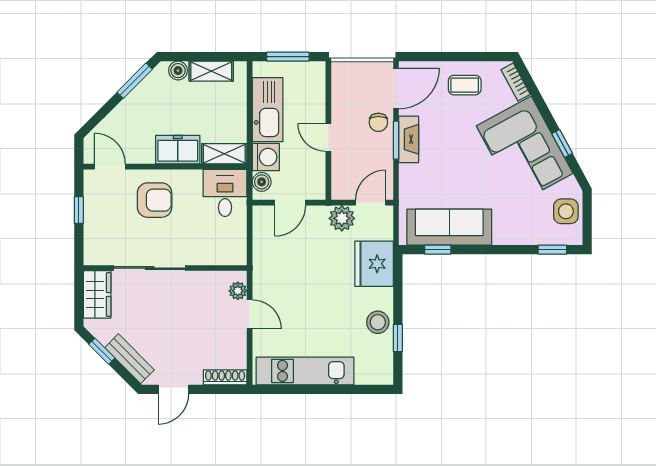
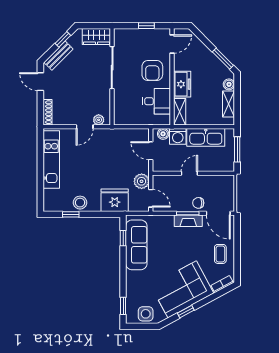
desk: (225, 193) -> (157, 101), moved

